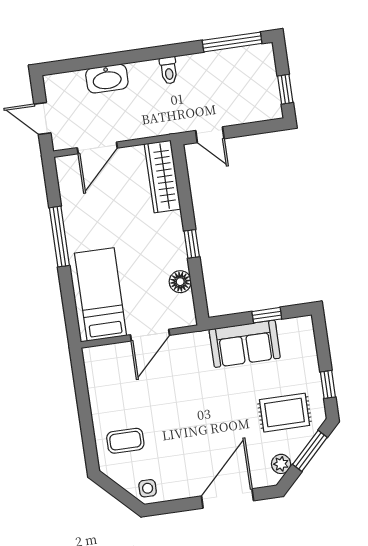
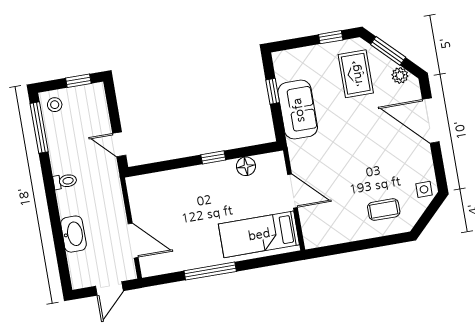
stool: (258, 61) -> (55, 105), added
door: (210, 135) -> (119, 144), swing flipped
wardrobe: (163, 177) -> (156, 184), removed
coffee table: (125, 441) -> (384, 210), turned 90

